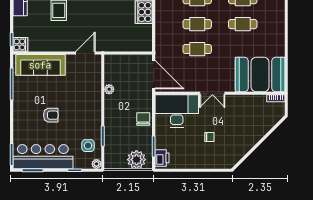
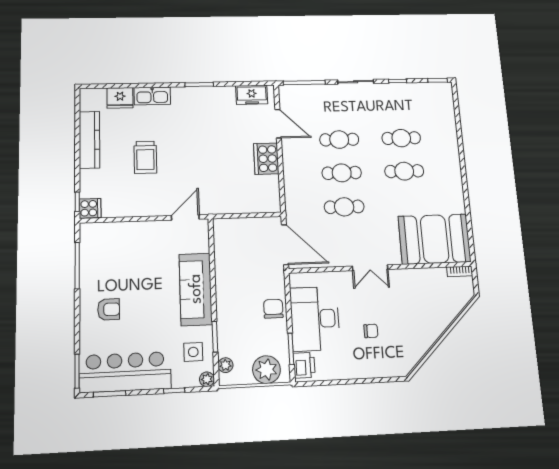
sofa: (40, 65) -> (196, 289), moved, turned 90
plant: (109, 89) -> (225, 365), moved
desk: (177, 111) -> (315, 319), moved, turned -90
armchair: (51, 115) -> (109, 309), moved

